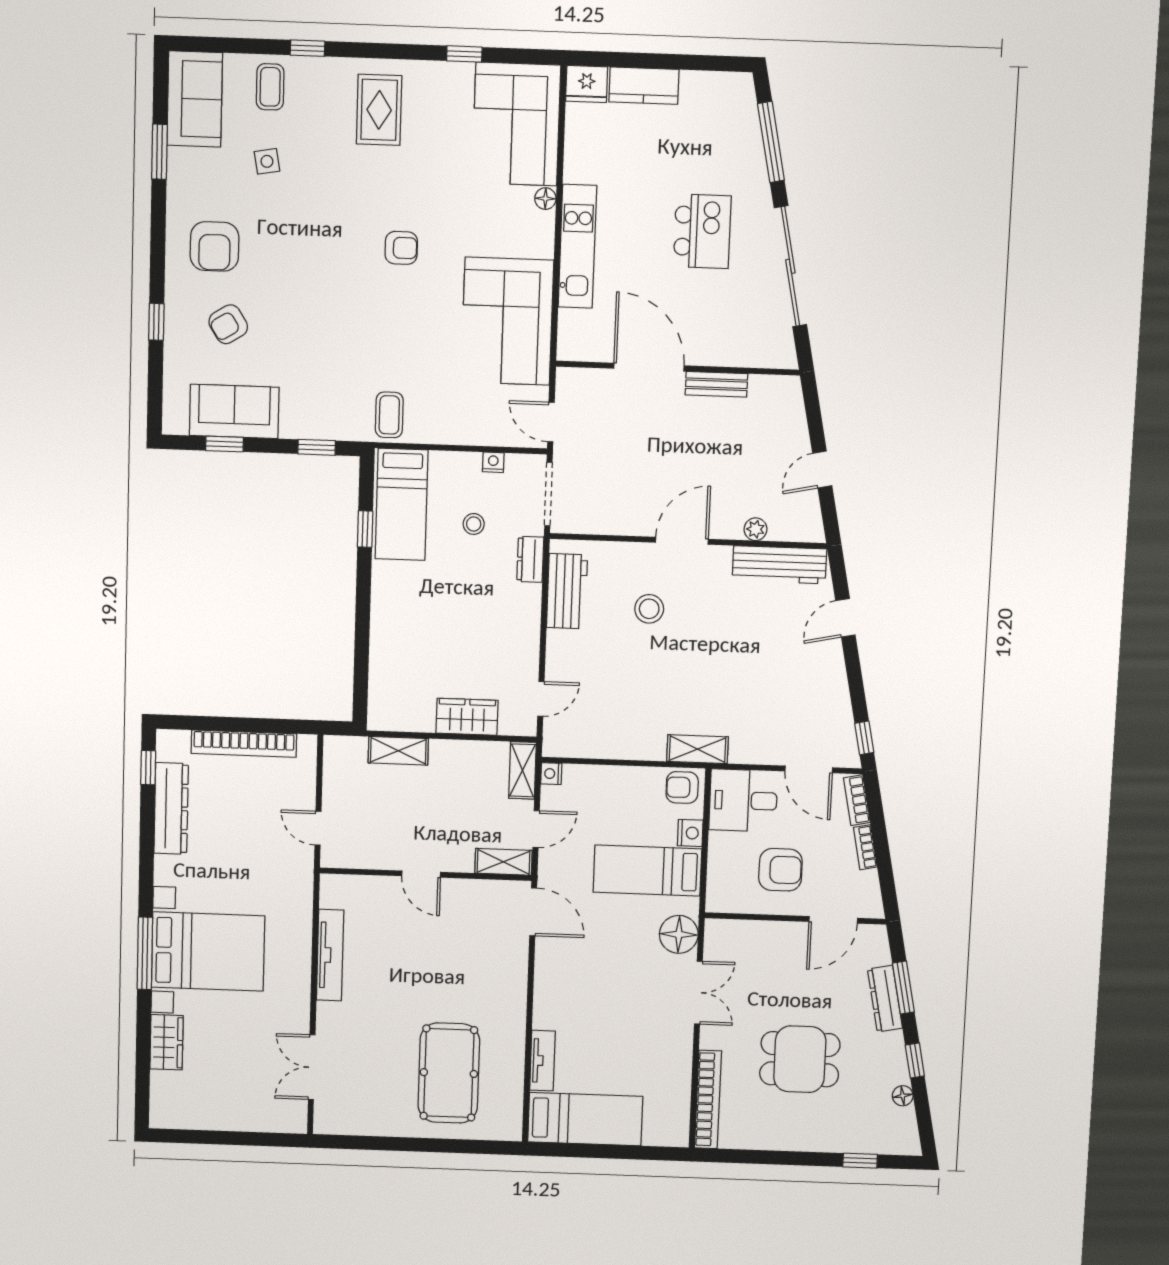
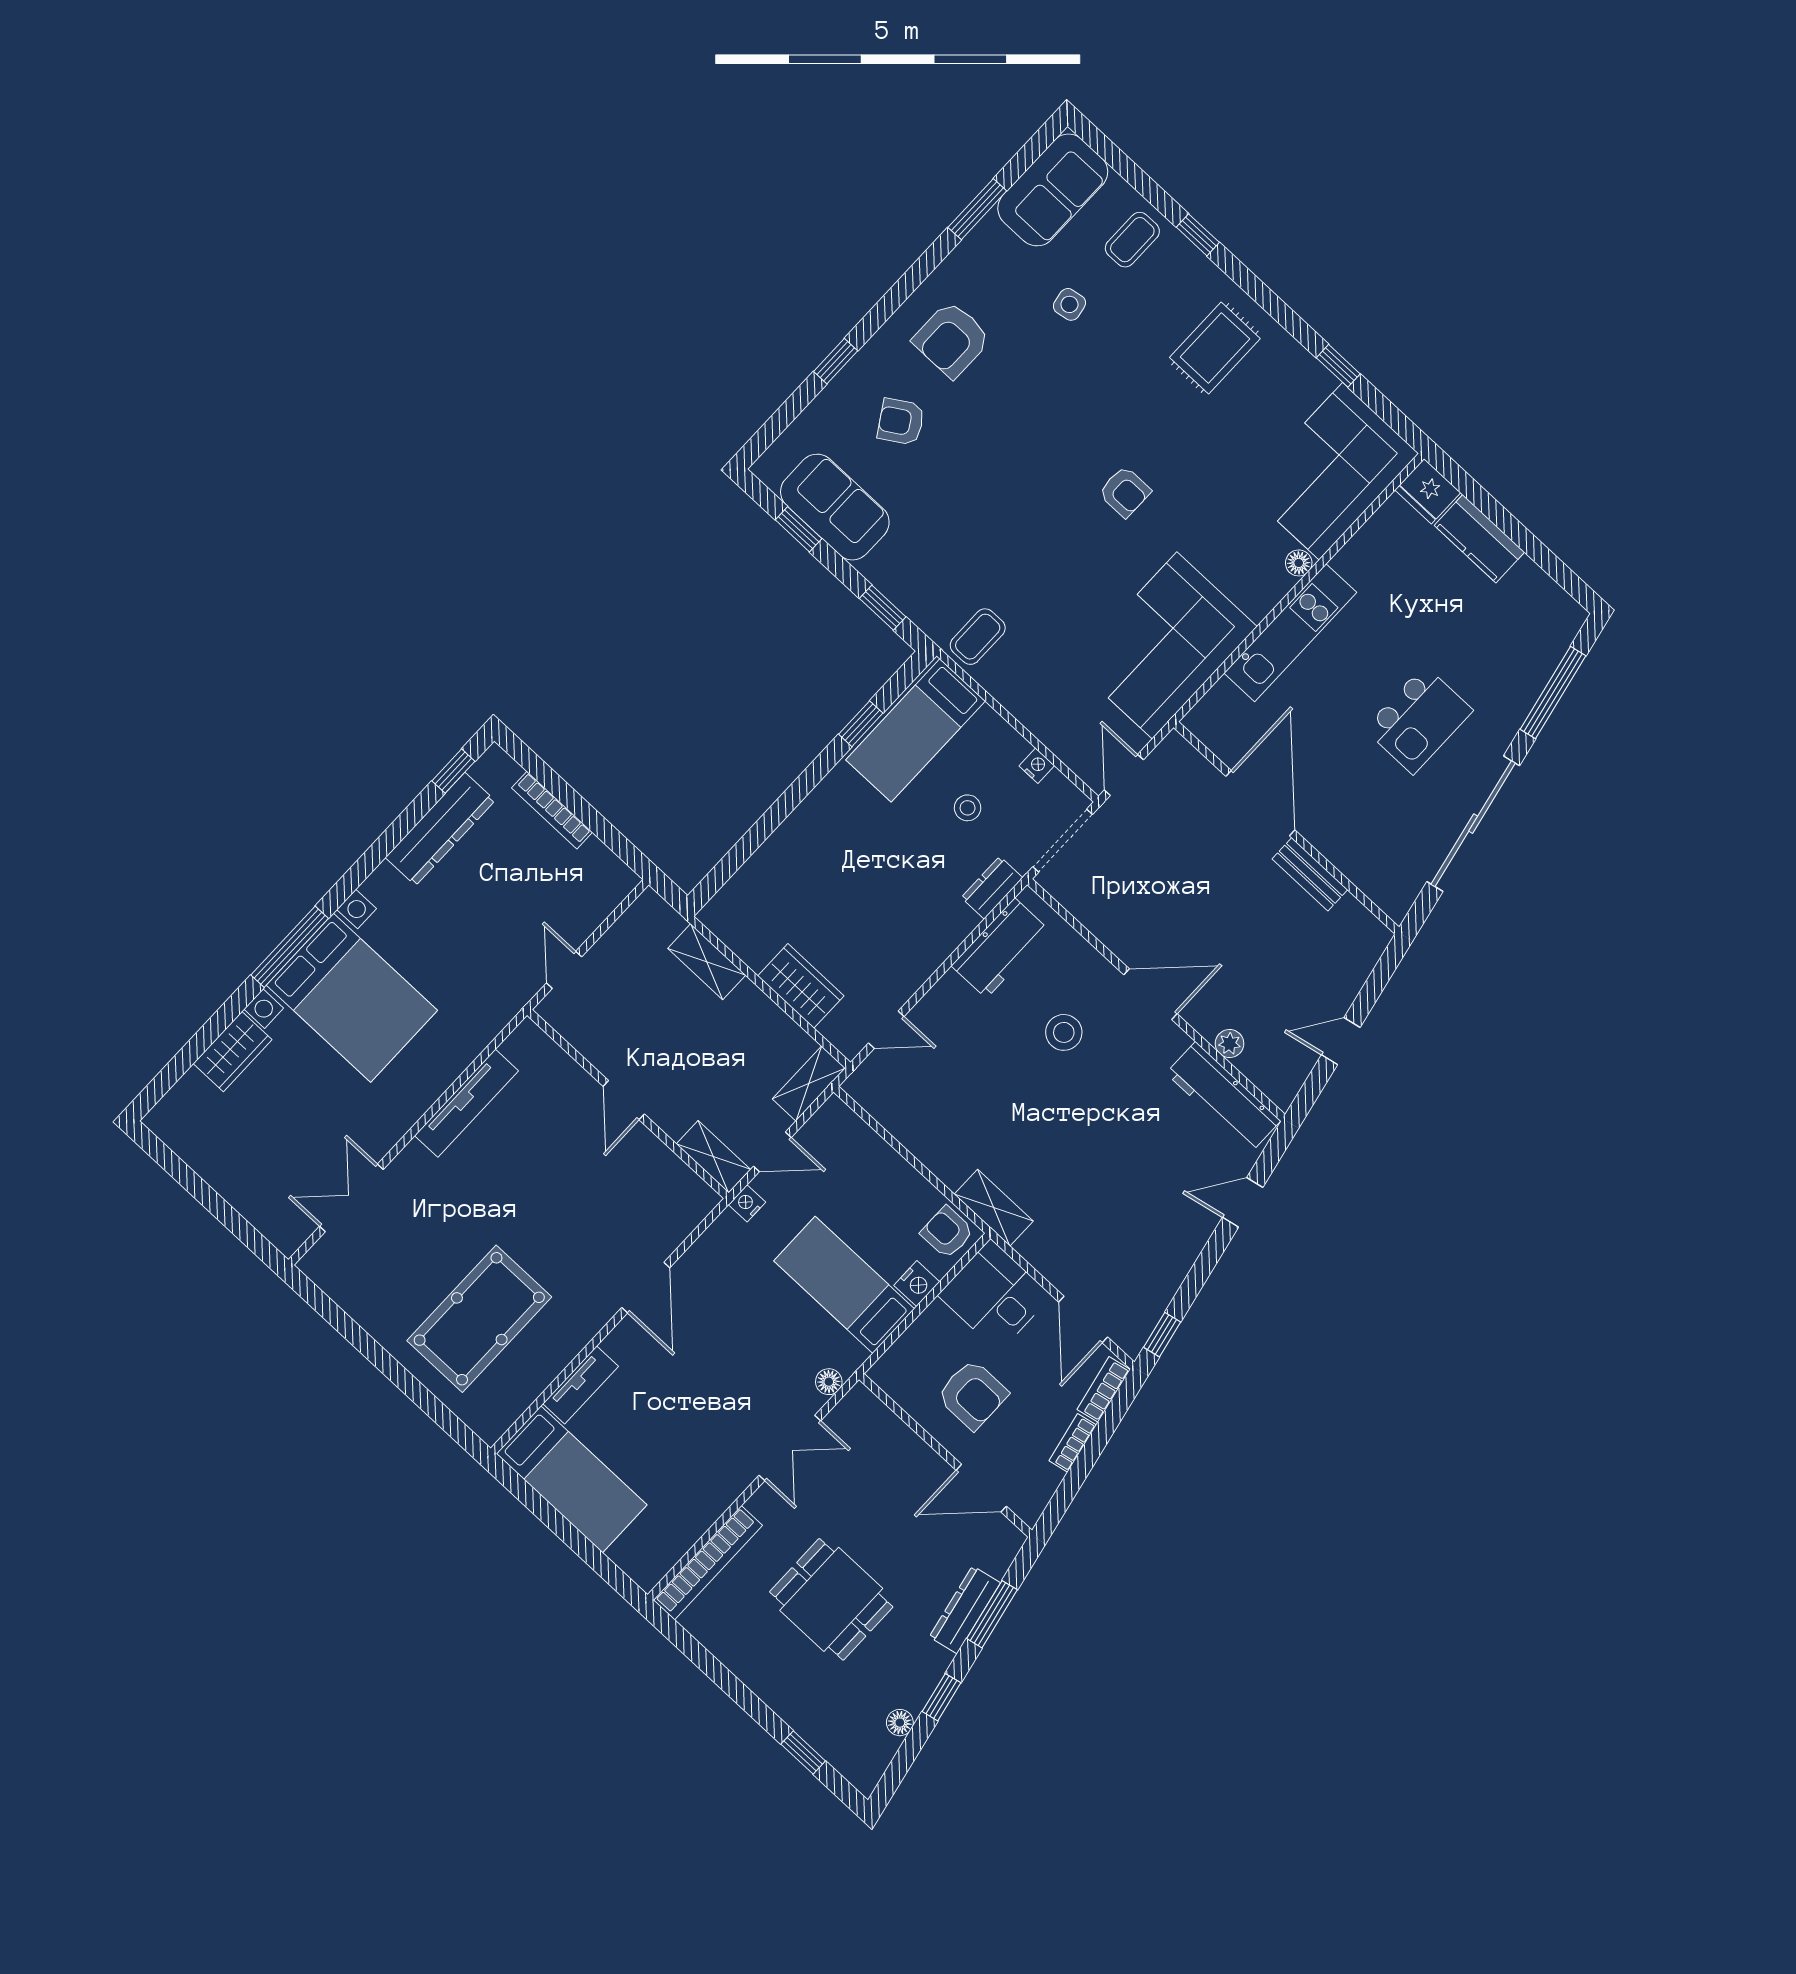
bookcase: (244, 744) -> (552, 810), width x0.68, depth x0.76
nightstand: (551, 774) -> (747, 1203), moved
door: (533, 912) -> (646, 1288), moved
floor lamp: (679, 934) -> (829, 1382), width x0.53, depth x0.53

